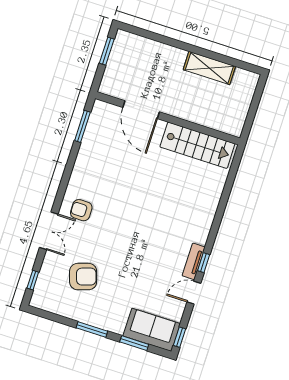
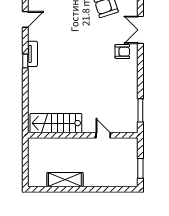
door: (141, 110) -> (103, 135), width x0.53
tv unit: (194, 261) -> (32, 54), moved
window: (204, 263) -> (25, 61), moved

